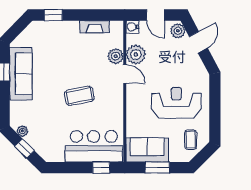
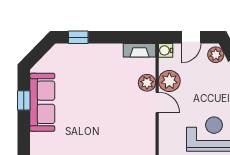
door: (156, 15) -> (191, 37), hinge flipped
fireplace: (95, 27) -> (139, 50), moved
coffee table: (79, 96) -> (107, 127), removed

